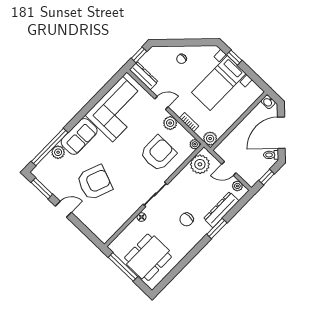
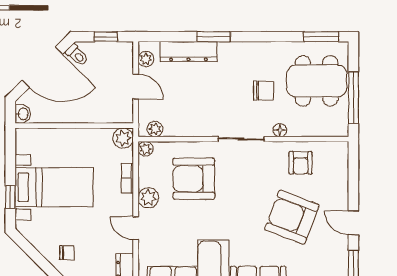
plant: (200, 164) -> (155, 129), width x0.53, depth x0.53
armchair: (116, 212) -> (301, 163), added
chair: (187, 219) -> (263, 91), moved
window: (167, 280) -> (321, 37), added

